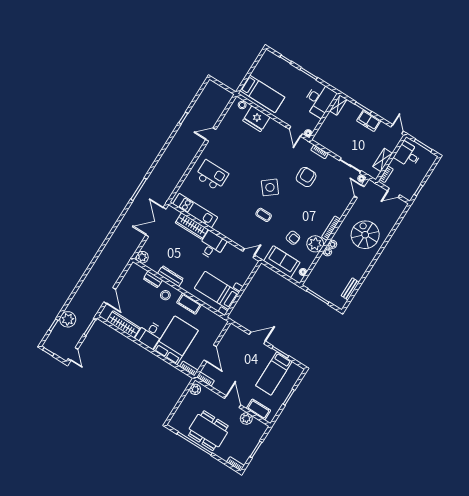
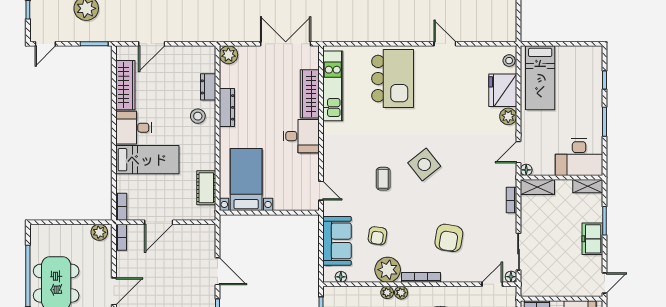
plant: (272, 125) -> (508, 116), added
shelving: (383, 160) -> (537, 187), moved
kitchen island: (212, 175) -> (393, 79), width x1.37, depth x1.28
armchair: (306, 177) -> (449, 238), moved, turned 99
cot: (189, 304) -> (206, 188), moved
bed: (176, 340) -> (147, 160), width x0.67

